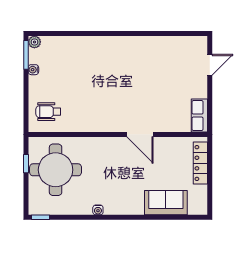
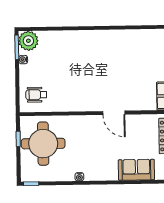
plant: (34, 42) -> (28, 41), width x1.88, depth x1.88

